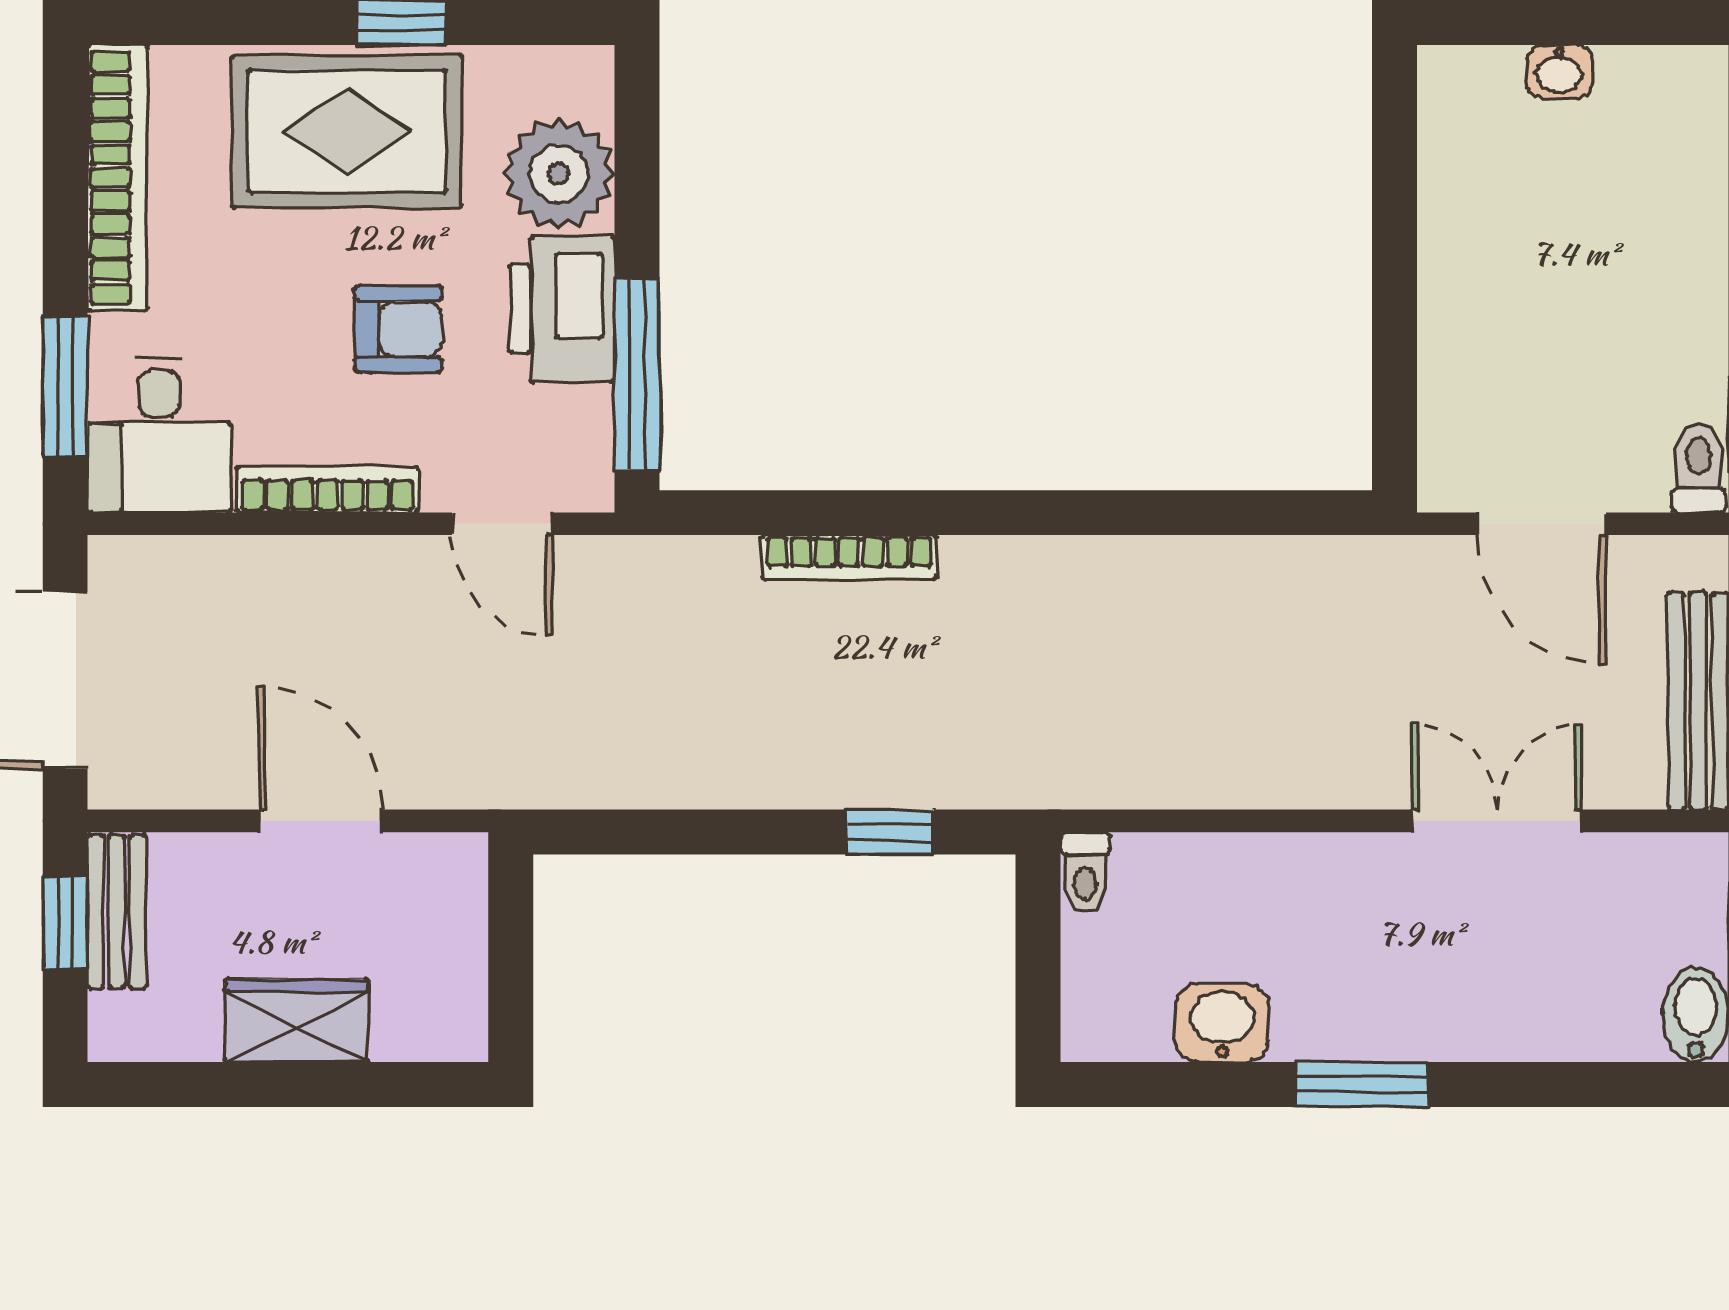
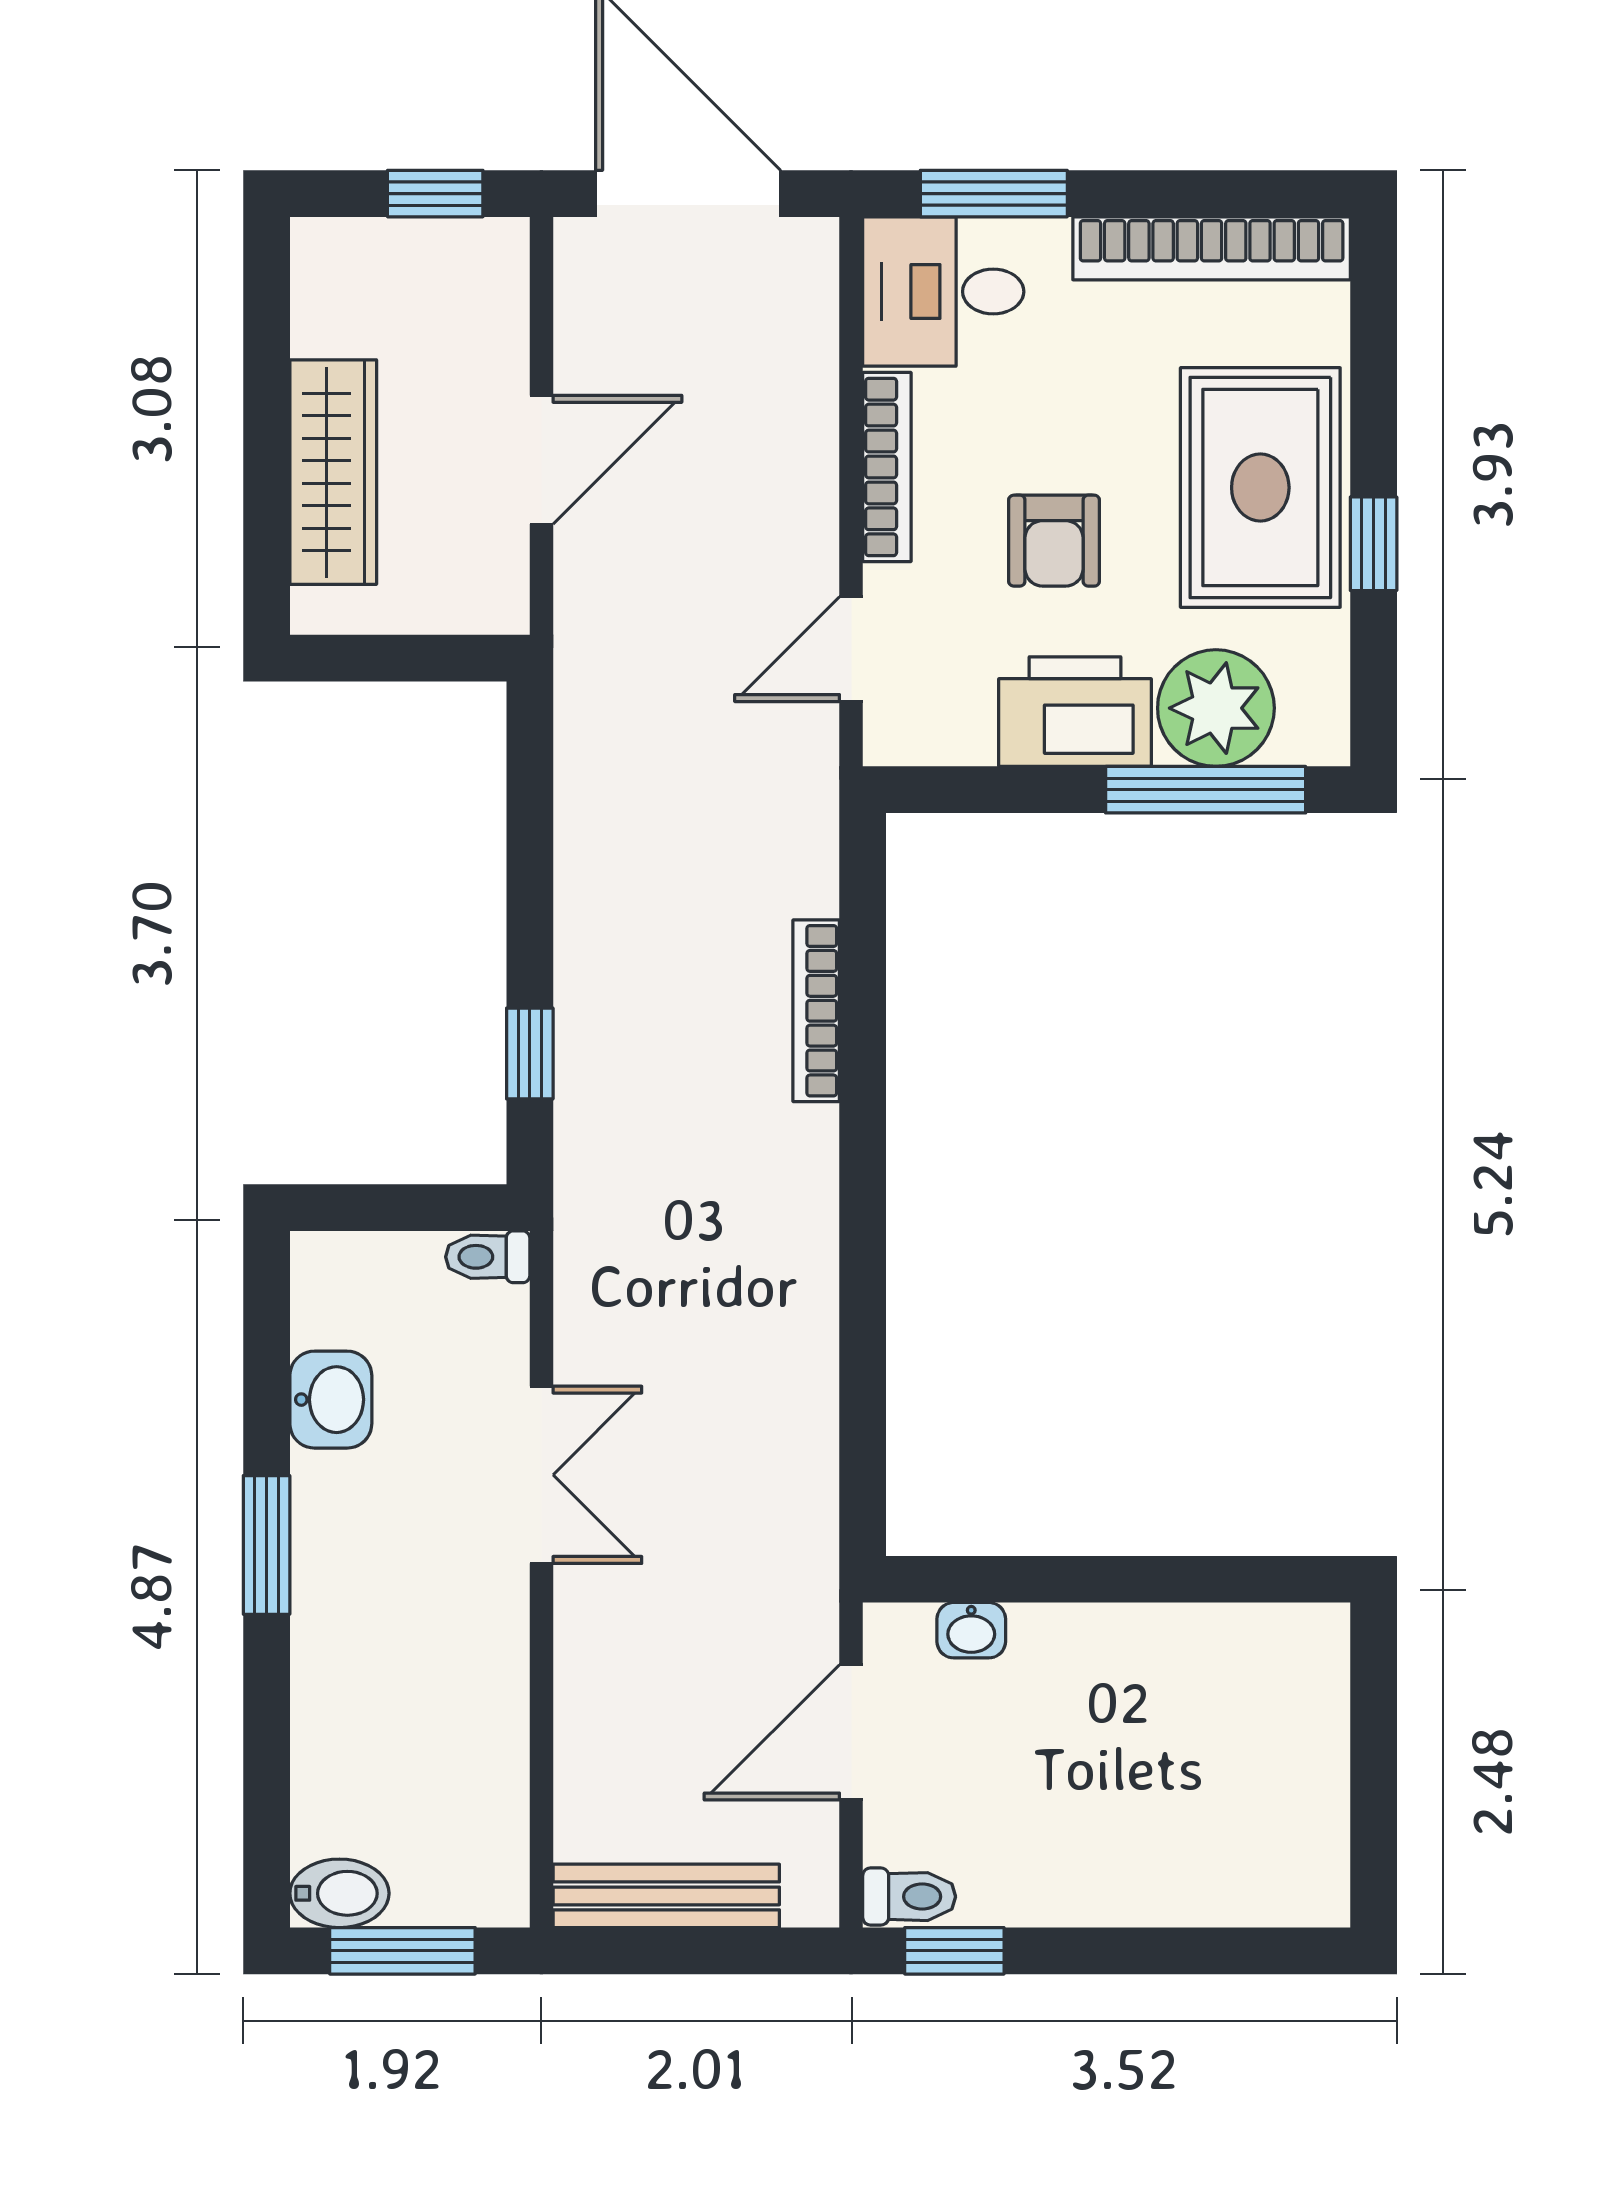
washbasin: (1559, 71) -> (971, 1630), moved, turned -90
window: (637, 375) -> (1206, 790), moved
double door: (1497, 821) -> (541, 1475), moved
bench: (117, 912) -> (447, 247), removed
wardrobe: (296, 1021) -> (333, 472), width x1.50

